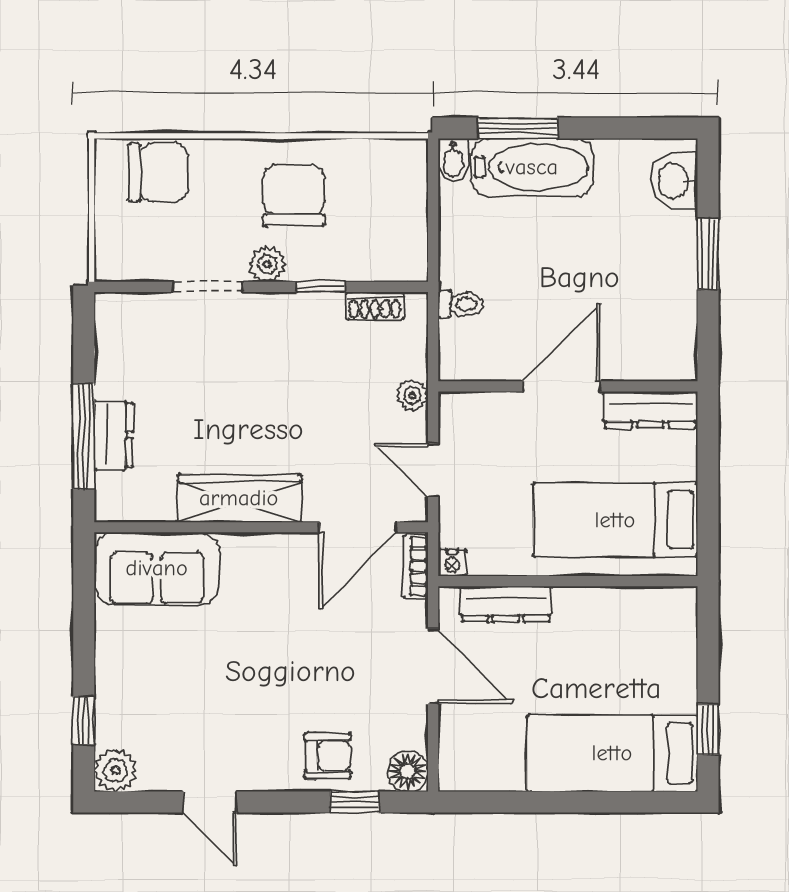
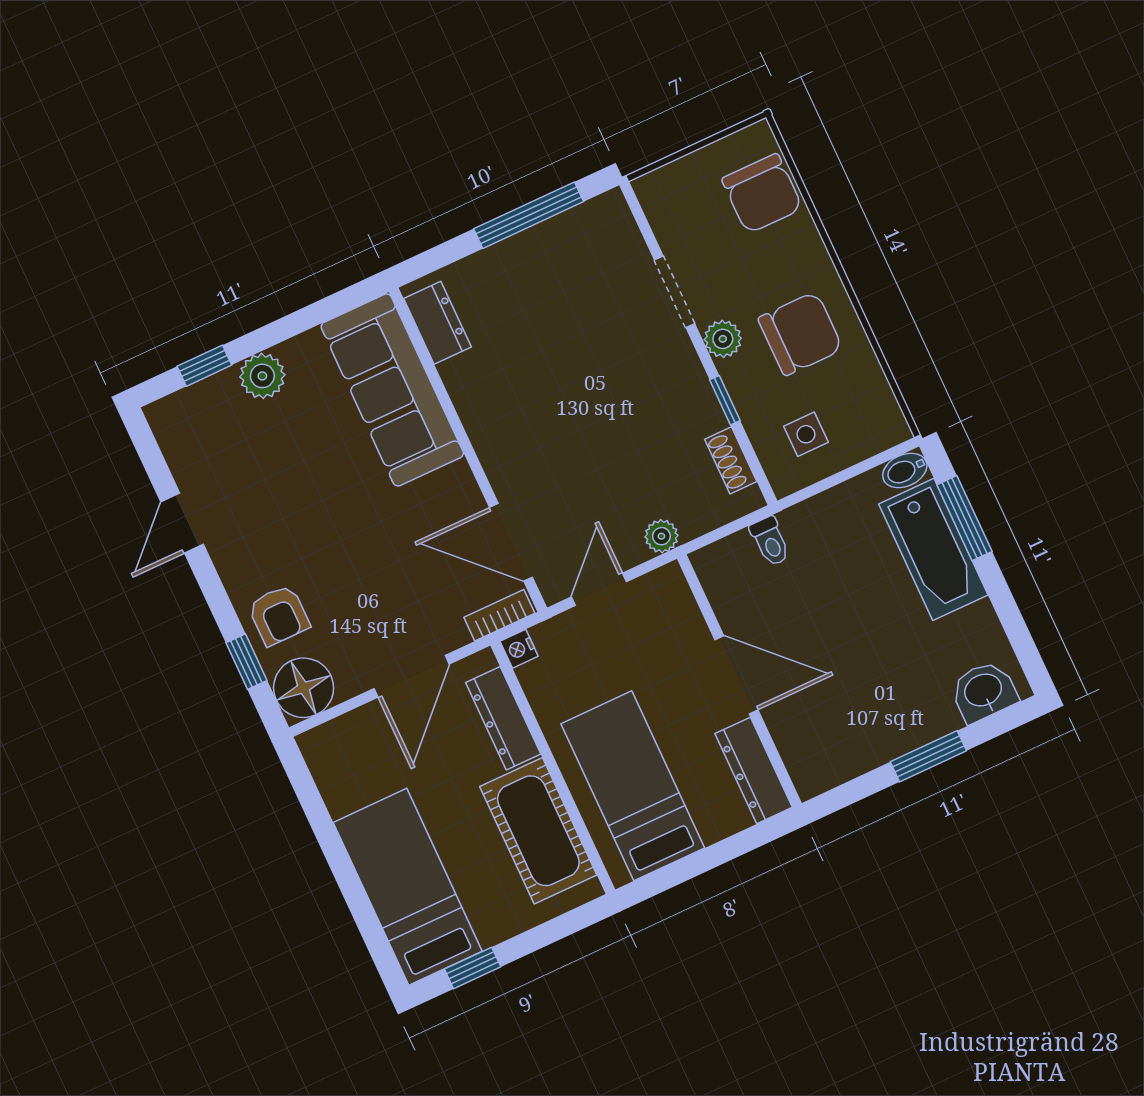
side table: (382, 231) -> (806, 434), added
dresser: (113, 435) -> (437, 323), moved, turned -90
window: (84, 436) -> (529, 215), moved
wardrobe: (239, 498) -> (486, 416), removed
sofa: (157, 568) -> (392, 390), width x1.36
cot: (616, 619) -> (538, 831), added
plant: (116, 770) -> (262, 376), moved
floor lamp: (408, 771) -> (304, 688), width x1.38, depth x1.38

